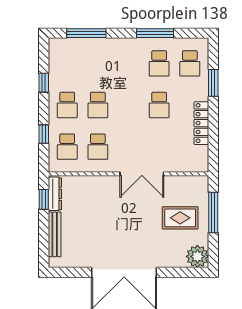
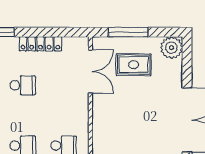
double door: (142, 174) -> (90, 71), moved
rug: (180, 218) -> (134, 65), turned 90

